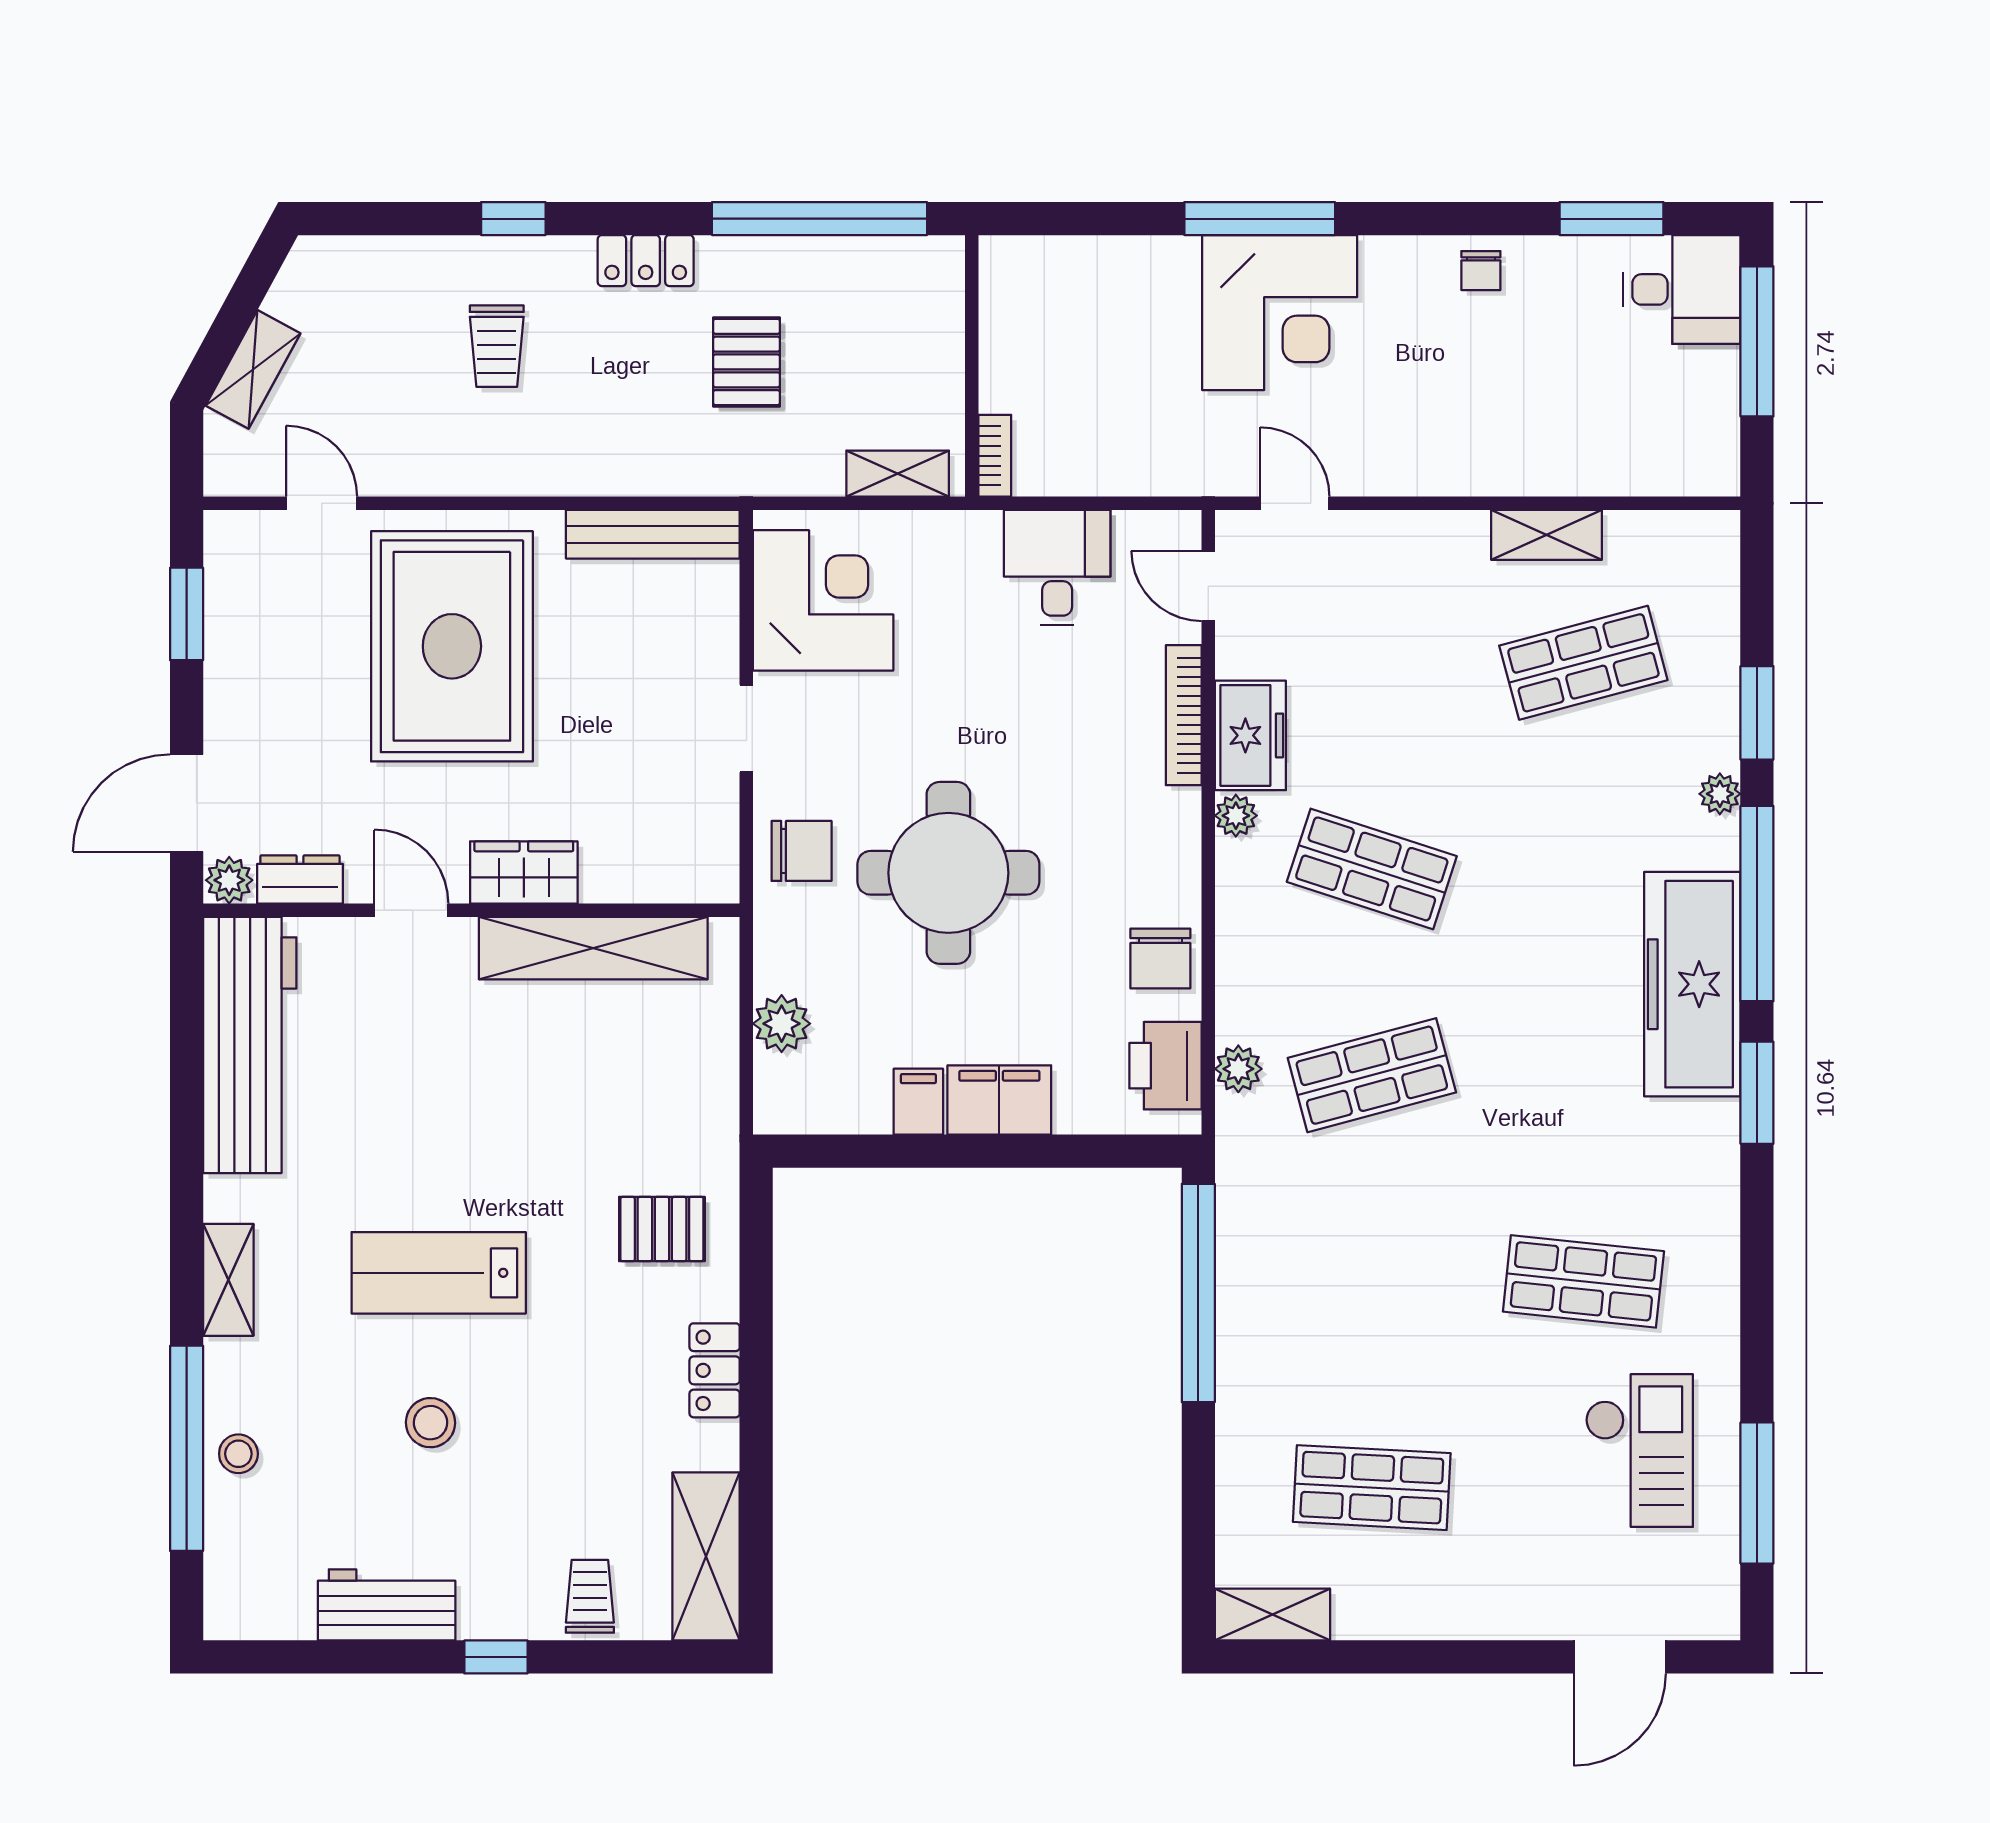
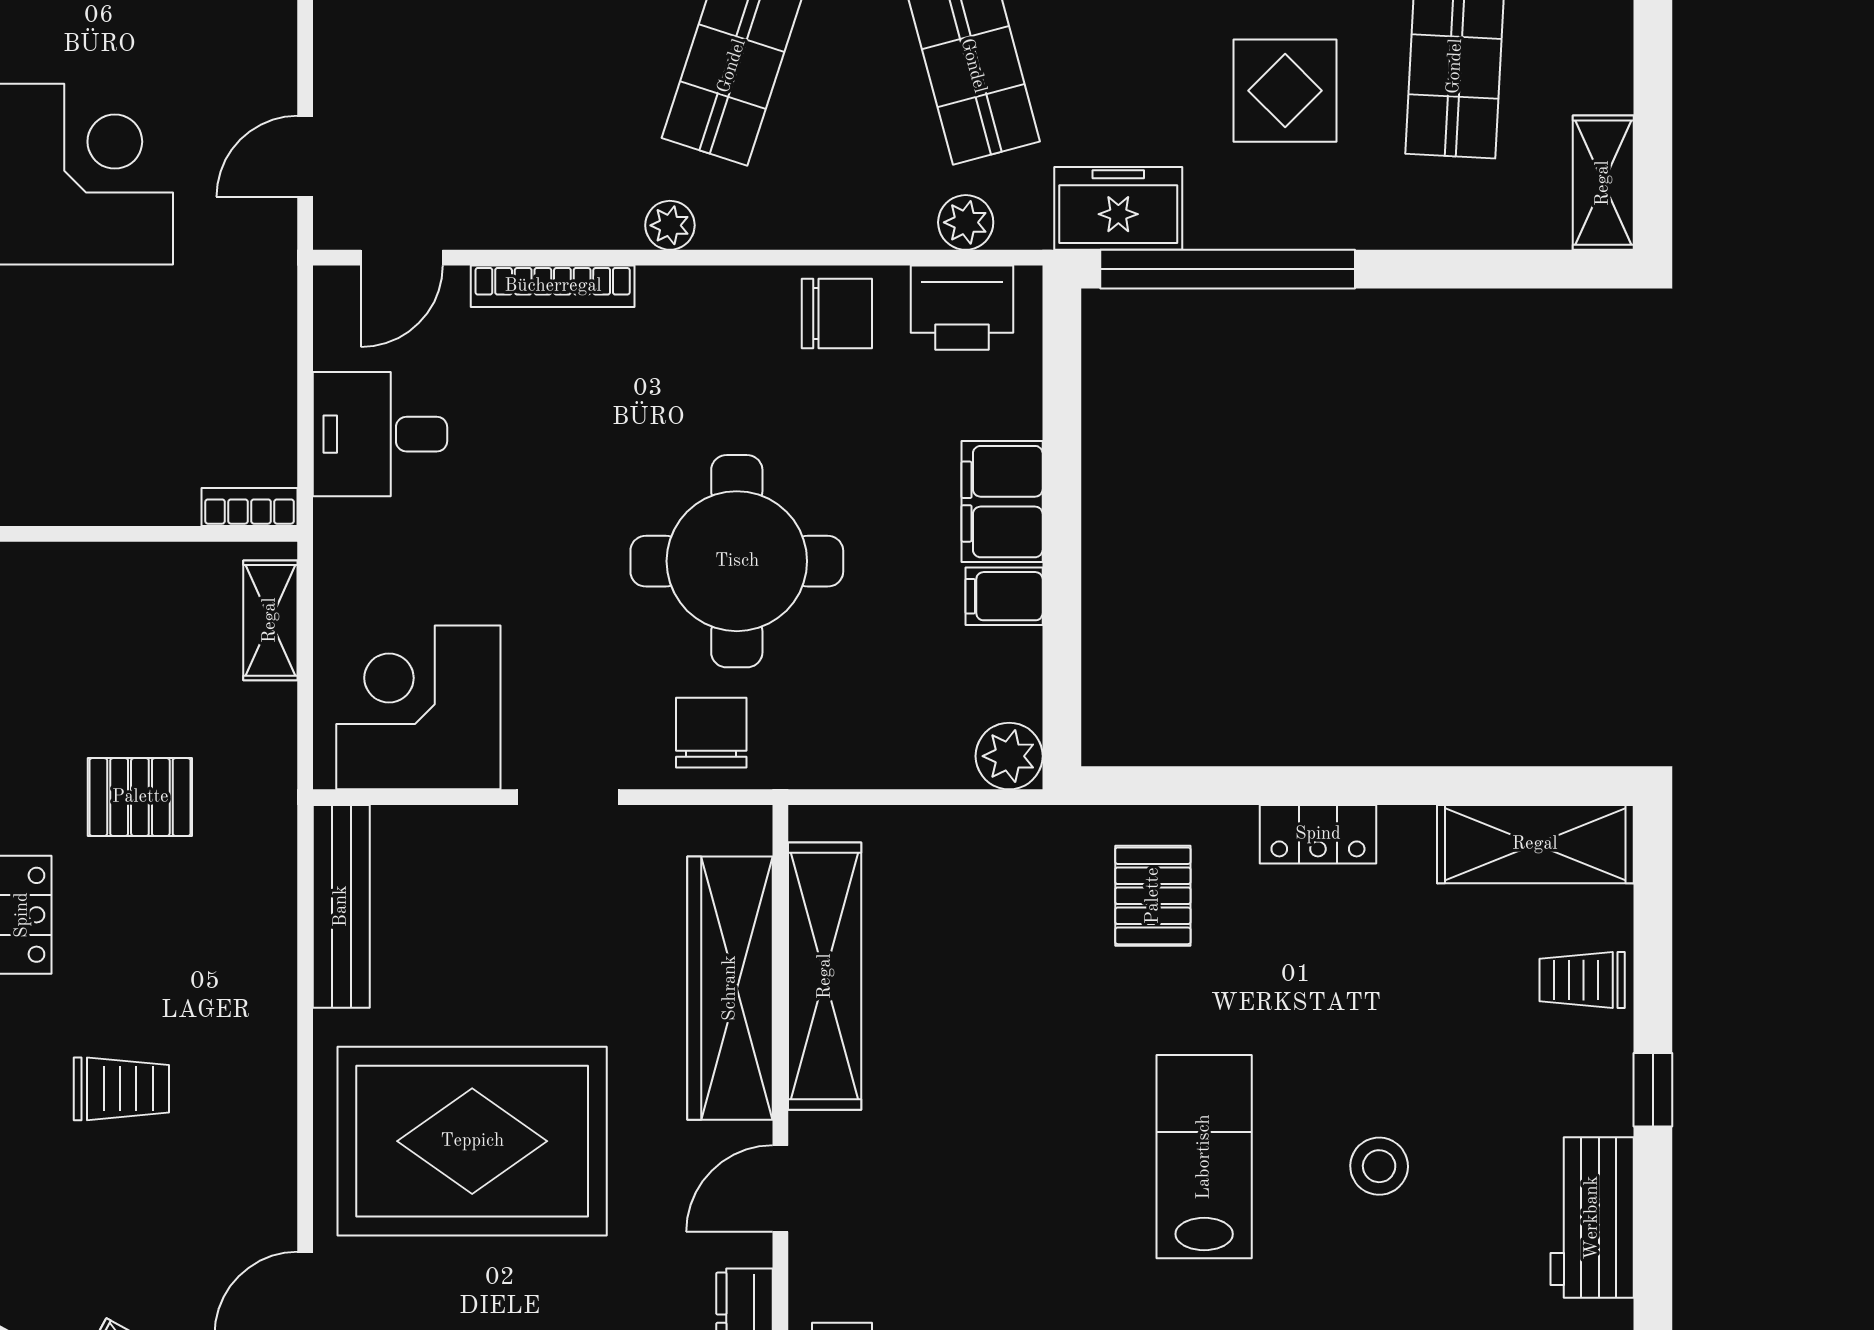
freezer: (1250, 735) -> (1118, 208), moved
wardrobe: (524, 872) -> (730, 988), width x2.10, depth x1.17
plant: (782, 1024) -> (1009, 756), moved
lab bench: (439, 1273) -> (1204, 1157), turned 180
display table: (1351, 1342) -> (1285, 91), added

